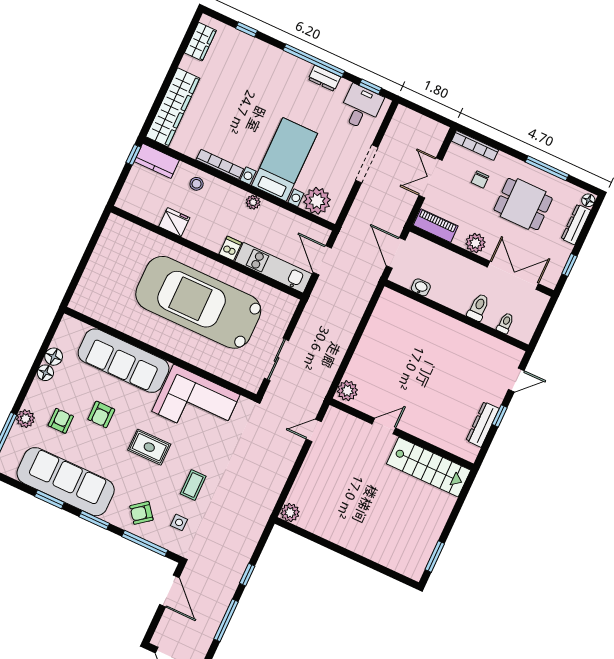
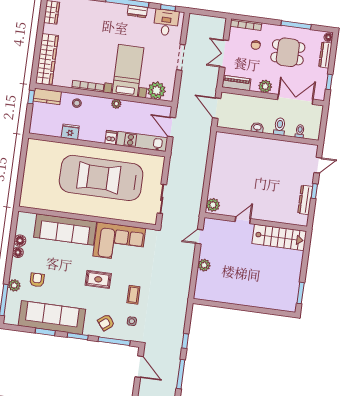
washbasin: (421, 287) -> (257, 128), moved
armchair: (101, 414) -> (61, 268), removed
plant: (290, 513) -> (204, 265), moved

